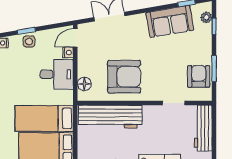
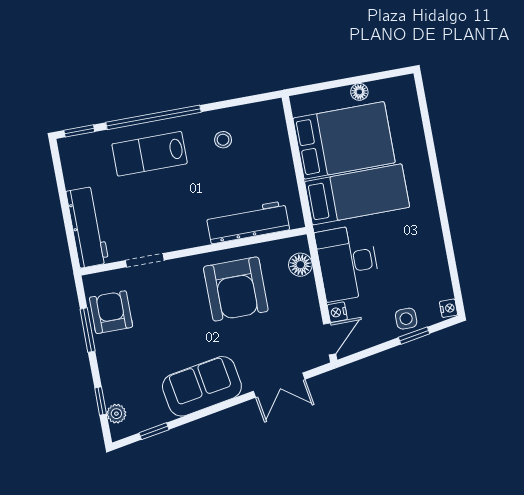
sofa: (170, 21) -> (202, 386), moved
desk: (57, 74) -> (348, 263), width x1.37
armchair: (199, 76) -> (111, 312), turned 180
armchair: (124, 77) -> (236, 289), turned -90
workbench: (110, 117) -> (248, 222), width x0.73, depth x0.76

